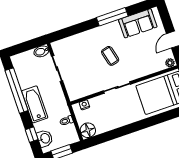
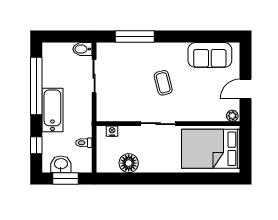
window: (112, 17) -> (135, 37), moved
floor lamp: (88, 130) -> (129, 163), moved
washbasin: (45, 138) -> (61, 164), moved, turned -90

